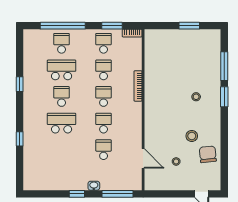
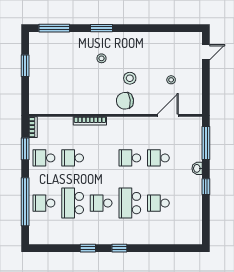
window: (224, 66) -> (54, 28), moved
school desk: (104, 96) -> (158, 203), moved
stool: (192, 136) -> (130, 78), moved
window: (20, 139) -> (119, 248), moved
chair: (208, 154) -> (125, 101), moved

